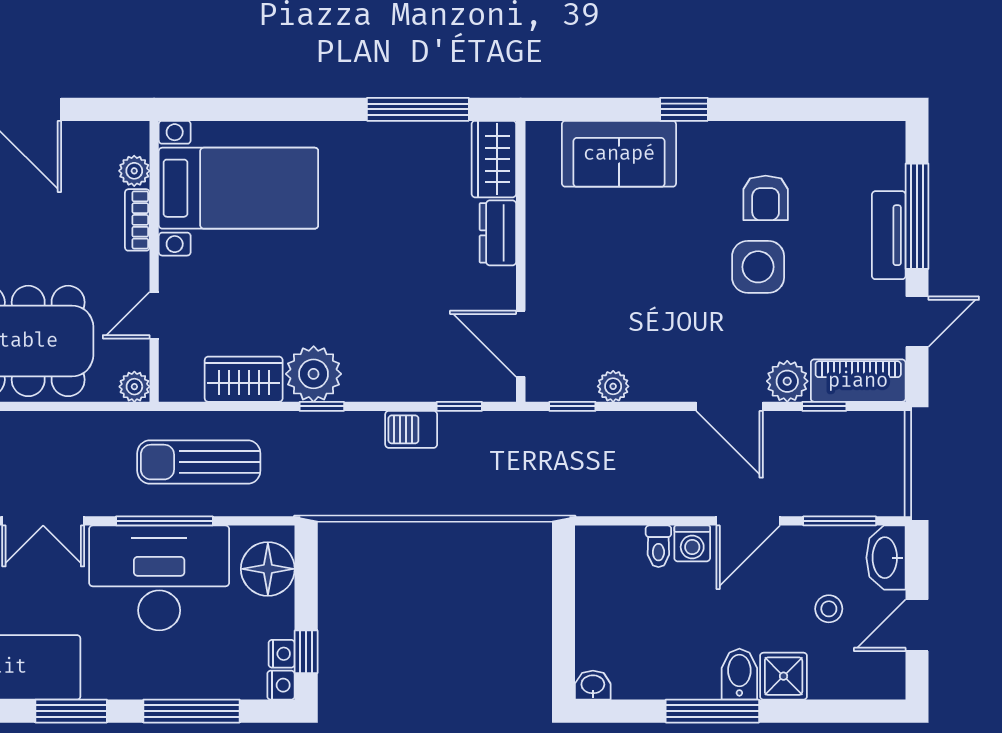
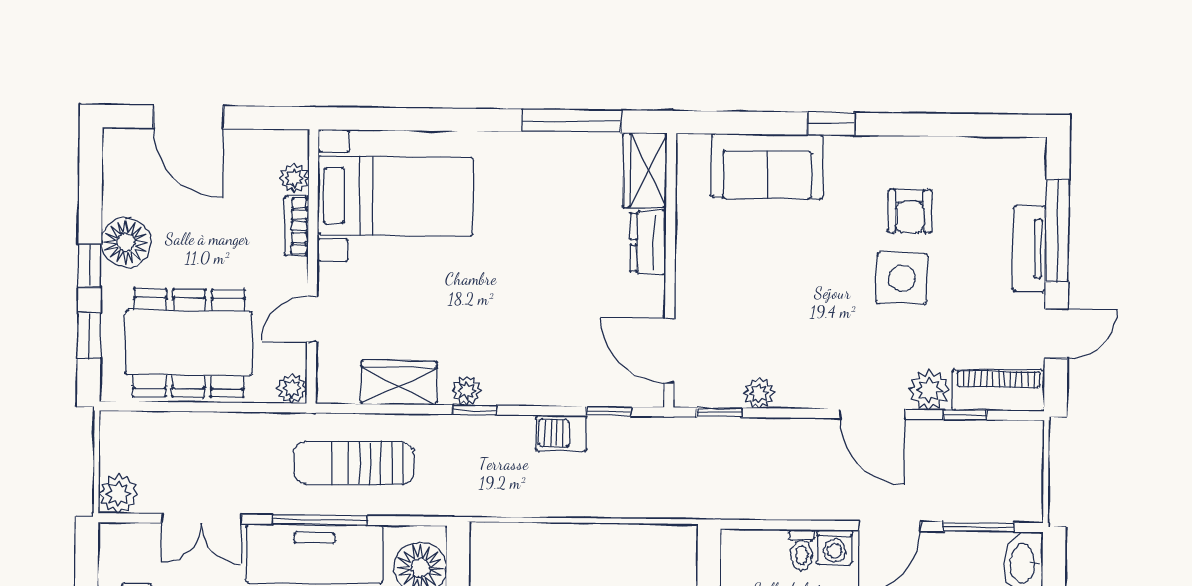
plant: (314, 374) -> (467, 391), width x0.53, depth x0.53

